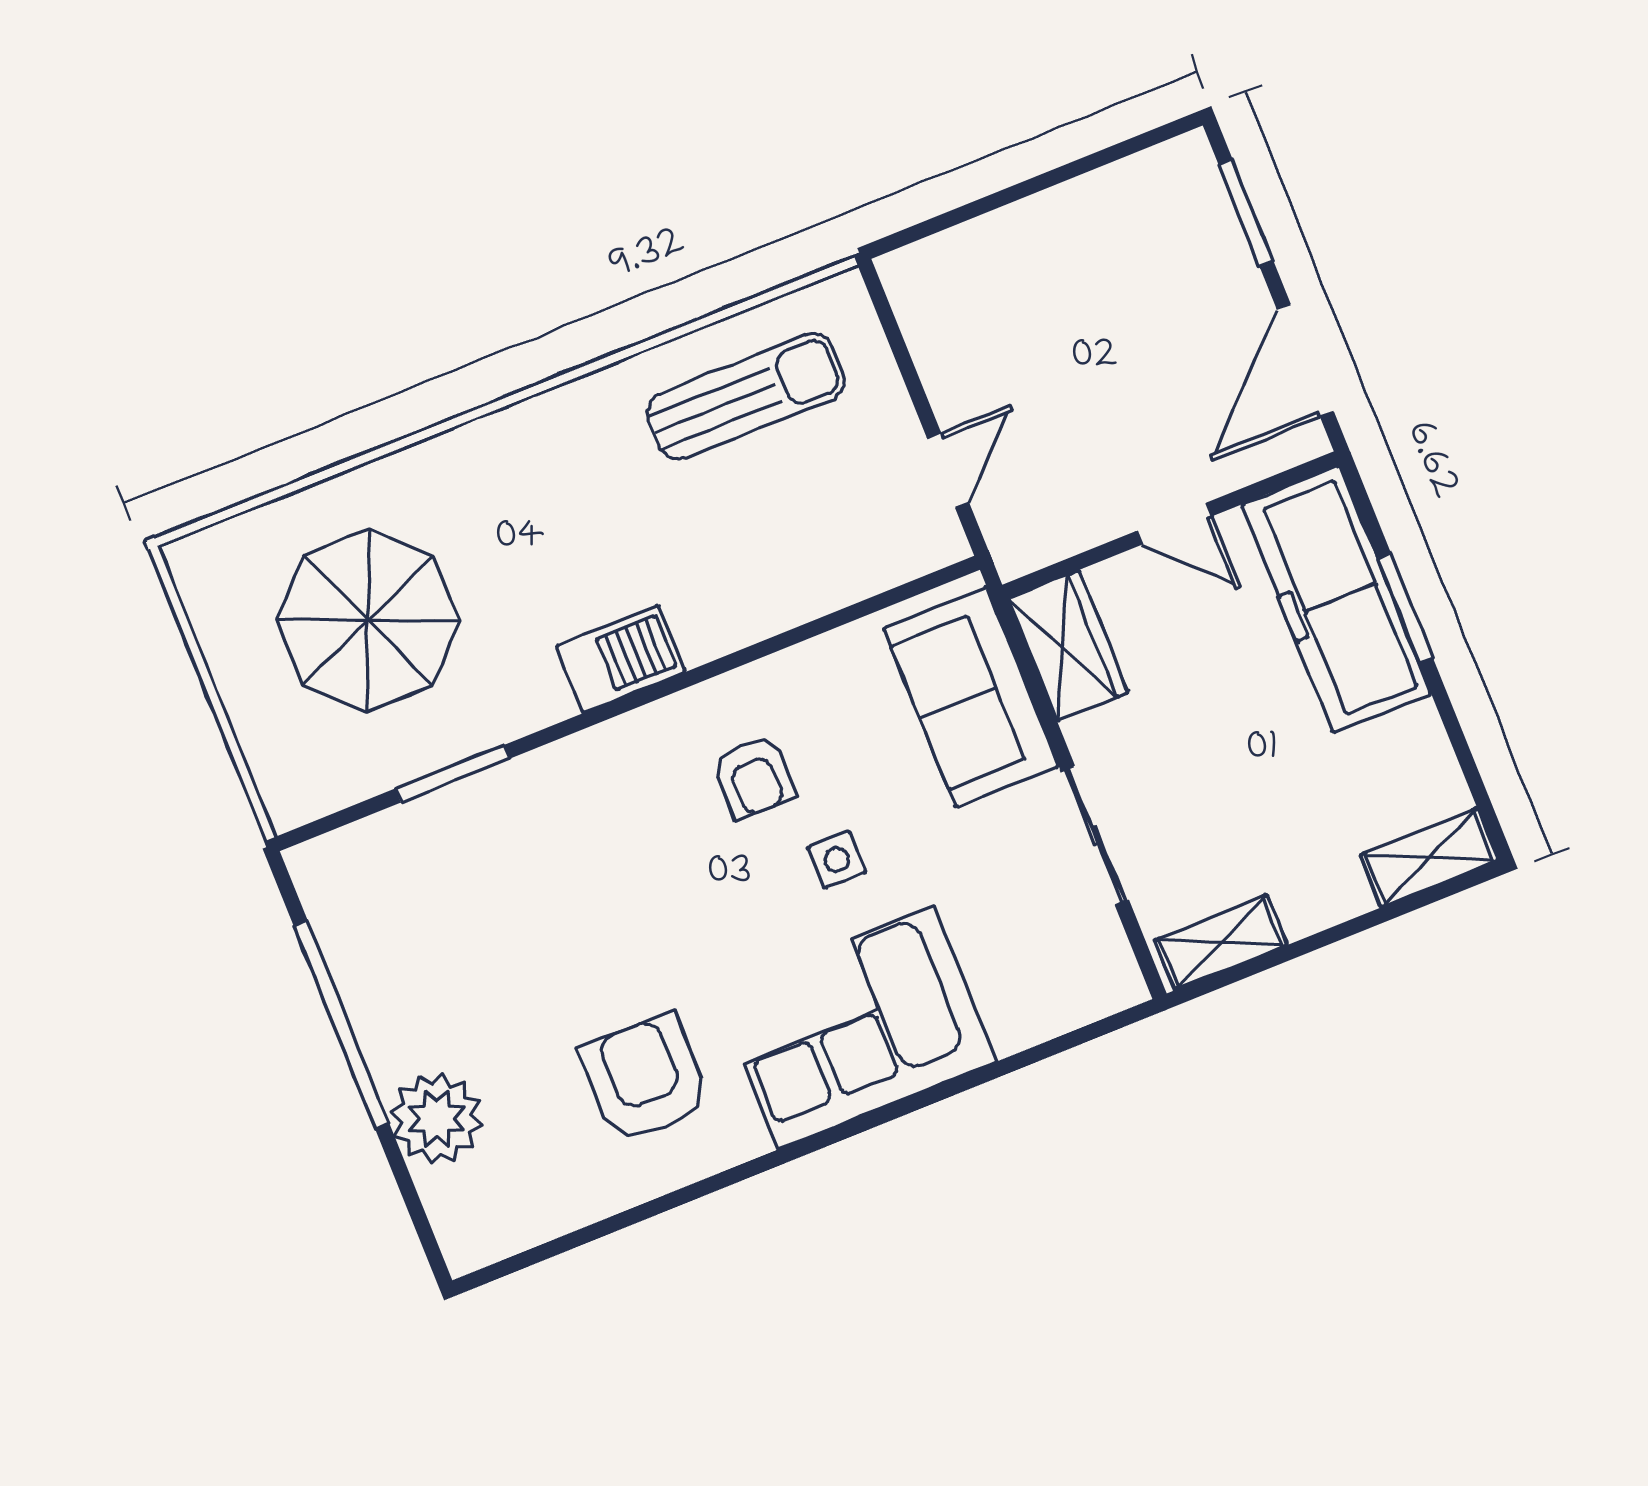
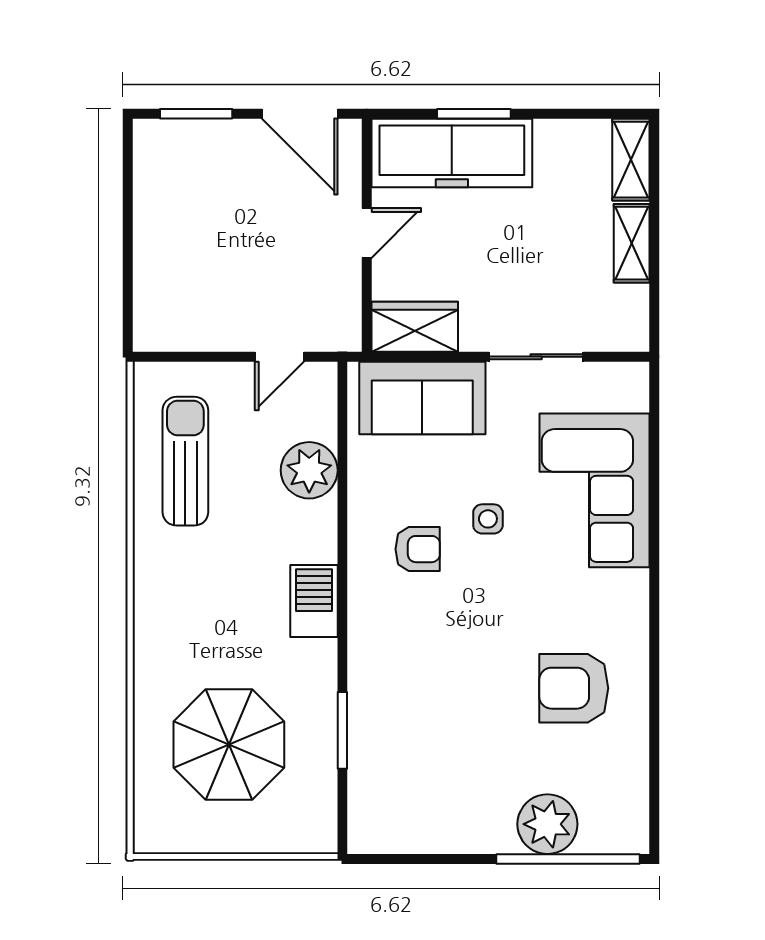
door: (948, 470) -> (279, 357), swing flipped
plant: (804, 578) -> (309, 470), added
shelving: (1221, 943) -> (632, 243), moved
window: (341, 1025) -> (568, 859), moved
corner sofa: (856, 1028) -> (595, 490), moved

